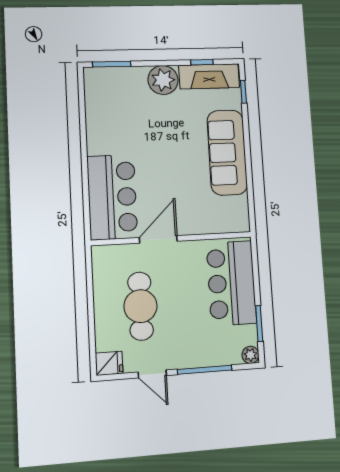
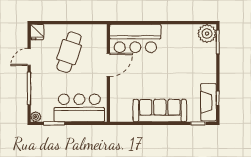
plant: (163, 80) -> (207, 34), moved
door: (158, 239) -> (108, 65), hinge flipped
cafe table: (140, 306) -> (69, 52), turned -71

